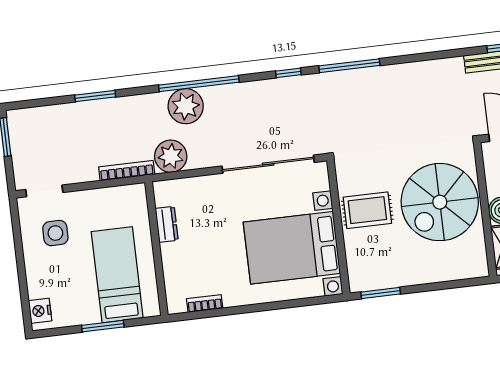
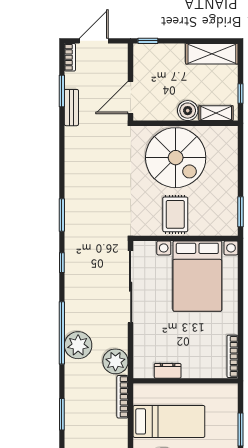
window: (349, 66) -> (62, 215), width x0.69
bed: (117, 275) -> (169, 421), moved, turned 180
bookcase: (205, 304) -> (232, 356), width x1.56

